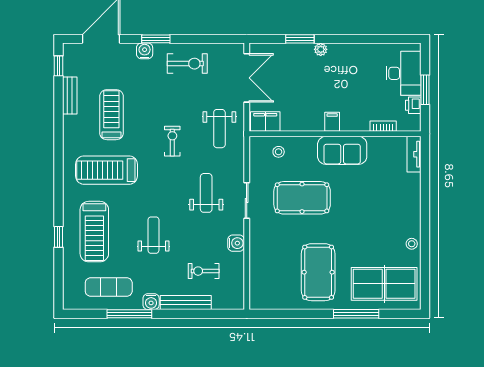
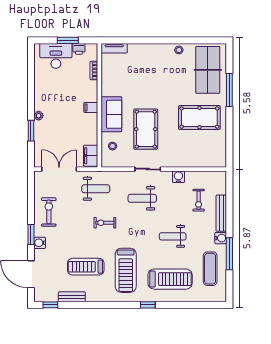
sofa: (342, 150) -> (111, 114), moved
window: (59, 237) -> (148, 305), moved

